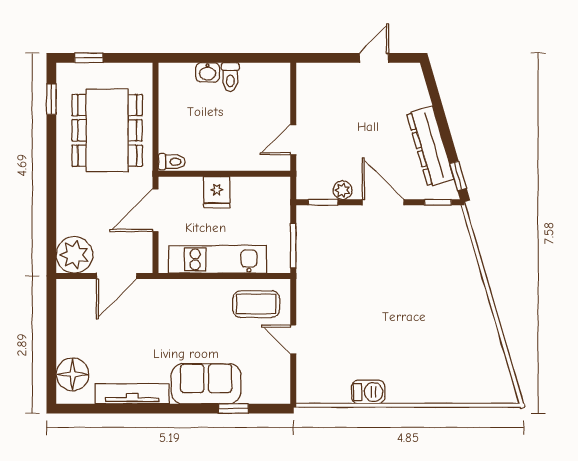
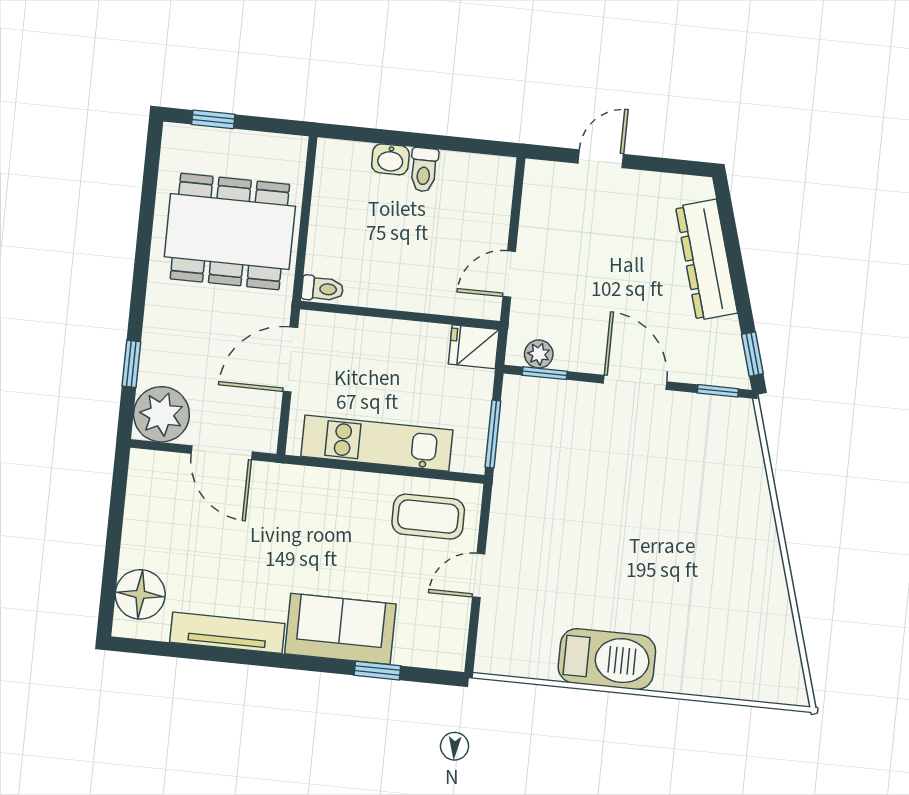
door: (374, 58) -> (601, 159), moved
window: (51, 99) -> (131, 364), moved
dining table: (107, 130) -> (230, 232), turned 90
dresser: (430, 146) -> (707, 260), moved
plant: (343, 190) -> (539, 354), moved
fridge: (217, 192) -> (474, 347), moved, turned 90
door: (116, 276) -> (222, 453), hinge flipped
door: (293, 339) -> (479, 576), hinge flipped
barbecue: (368, 392) -> (607, 659), width x1.88, depth x1.53

